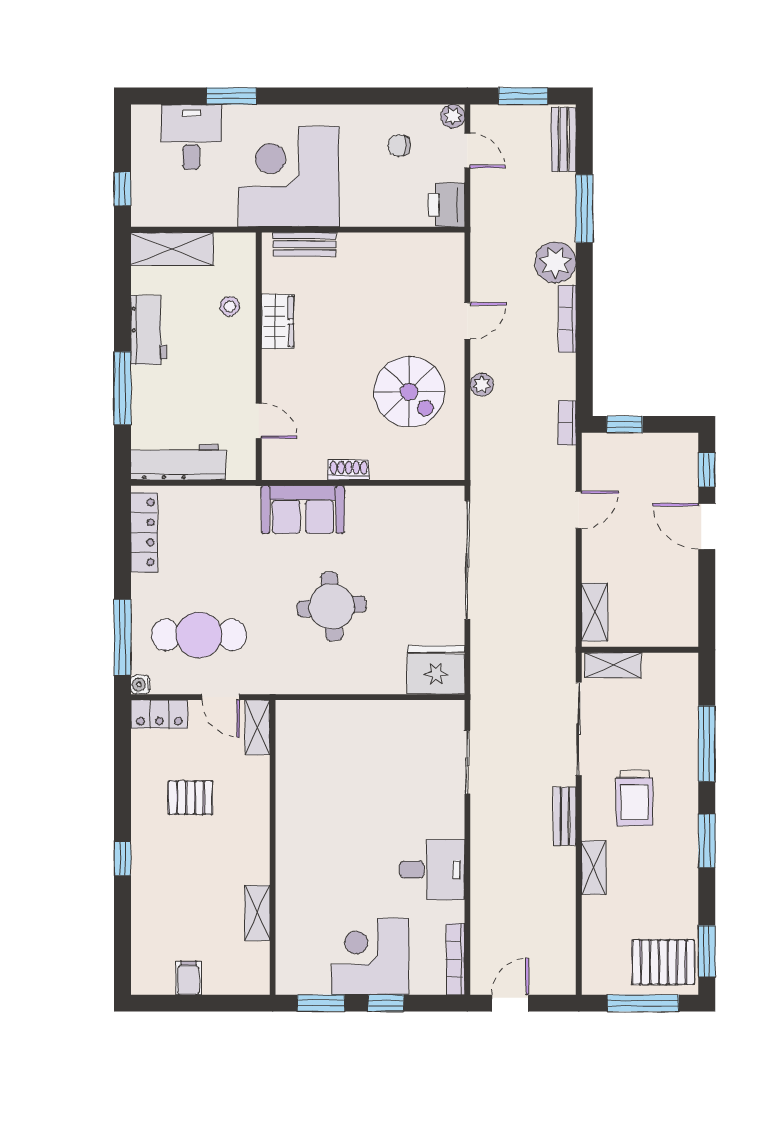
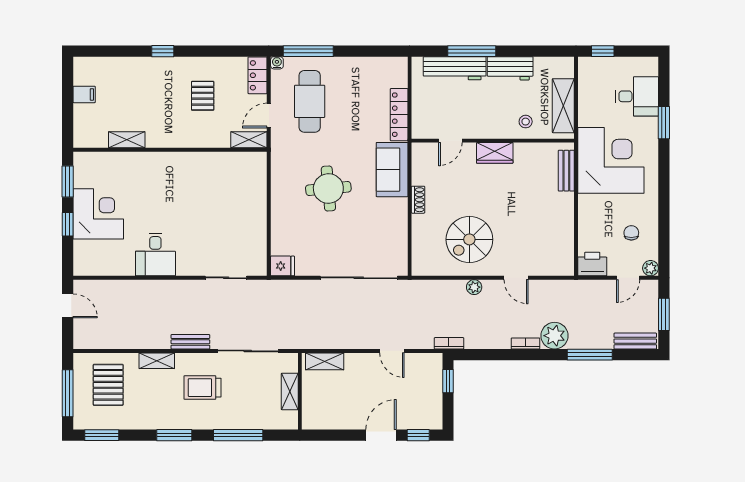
shelving: (172, 249) -> (563, 106), moved
bookcase: (567, 319) -> (525, 343), width x0.64
wardrobe: (277, 321) -> (495, 153), moved
workbench: (178, 462) -> (455, 68), moved, turned 90
locker: (144, 532) -> (399, 115), moved, turned 90
shelving: (613, 665) -> (290, 391), moved
fridge: (436, 670) -> (283, 266), width x0.53, depth x0.75
bookcase: (456, 959) -> (97, 270), removed
pallet: (663, 962) -> (108, 385), moved

